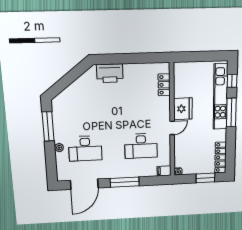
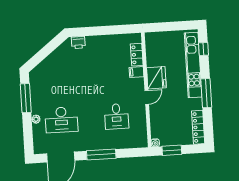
printer: (110, 73) -> (78, 43), width x0.53, depth x0.68
window: (231, 112) -> (206, 93), moved
desk: (141, 146) -> (116, 116), width x0.73
filing cabinet: (164, 171) -> (137, 72), moved
window: (206, 178) -> (172, 150), moved

